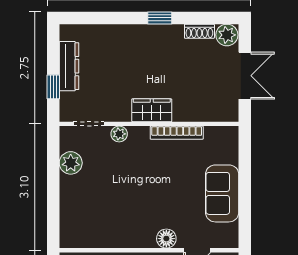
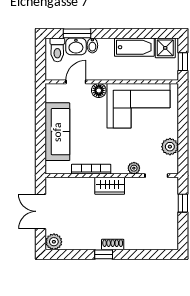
shoe rack: (199, 31) -> (113, 244), moved
dresser: (69, 66) -> (171, 219), removed
sofa: (222, 193) -> (57, 132), width x1.36
corner sofa: (113, 218) -> (138, 106), added

